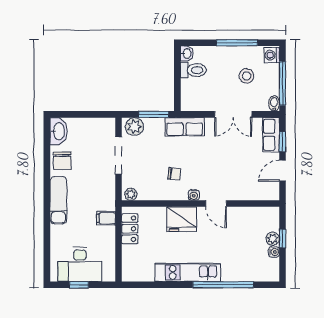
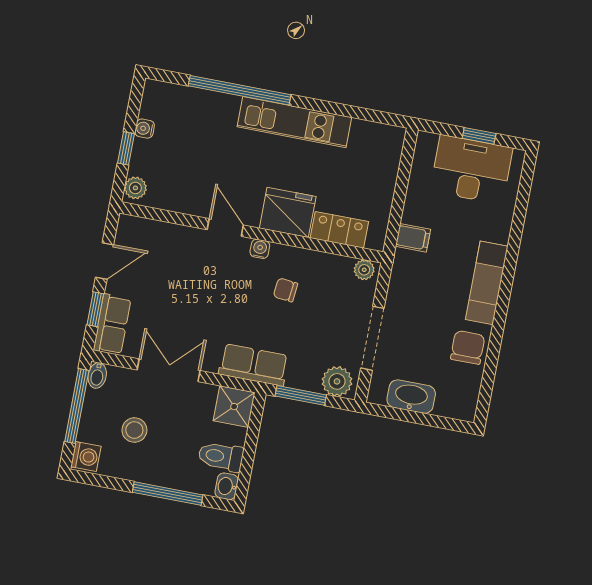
window: (237, 43) -> (168, 494), moved
shower: (191, 101) -> (234, 407), added
washbasin: (58, 131) -> (411, 397), moved, turned 90
locker: (130, 229) -> (339, 230), moved, turned 90
plant: (273, 239) -> (135, 188), moved

